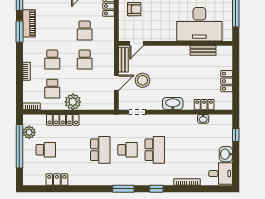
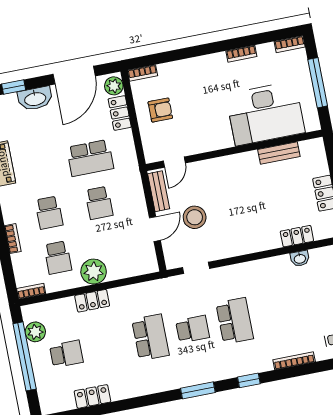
school desk: (85, 30) -> (90, 158), width x1.85
washbasin: (173, 104) -> (248, 244), removed
locker: (63, 120) -> (92, 301), width x0.66

